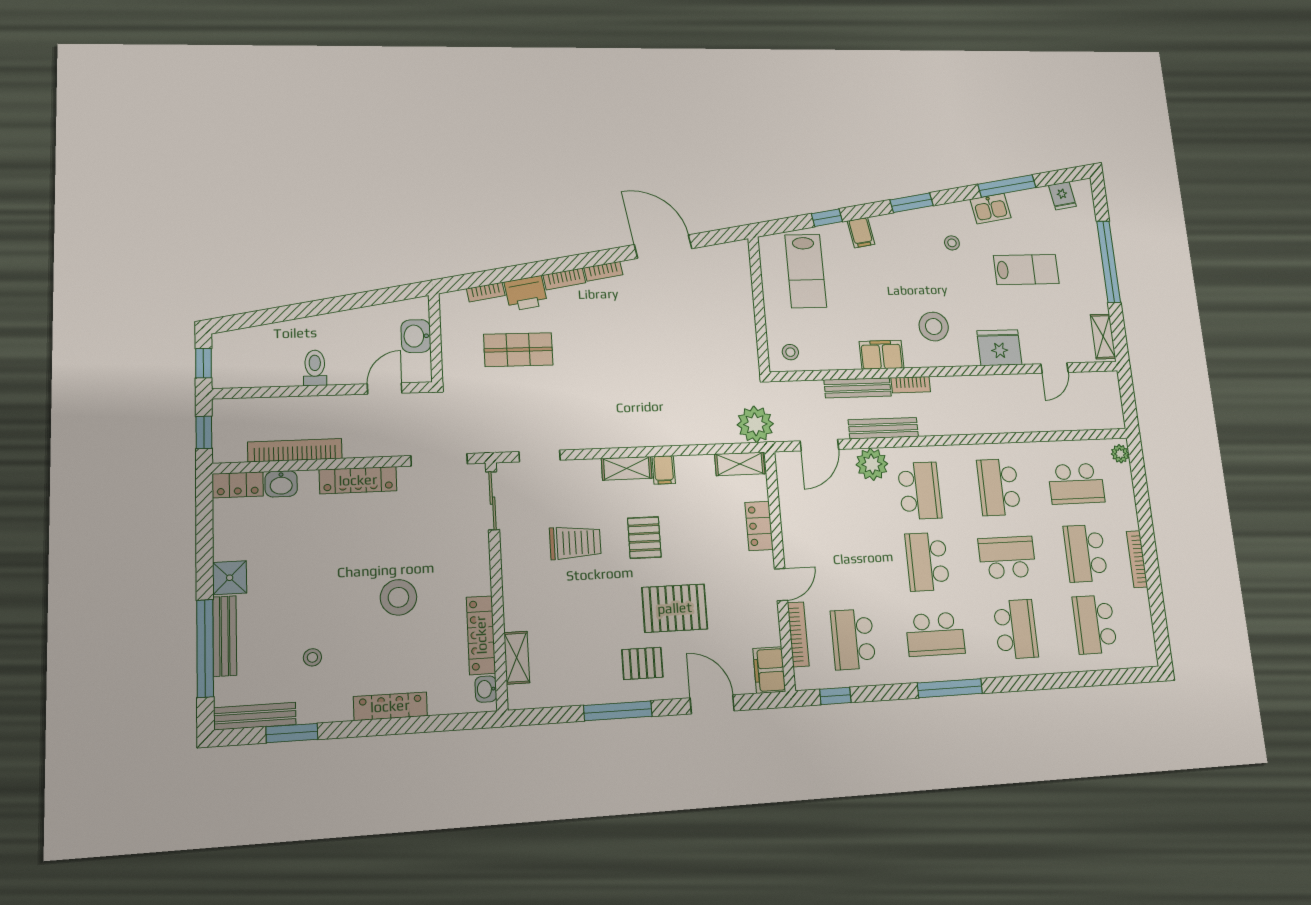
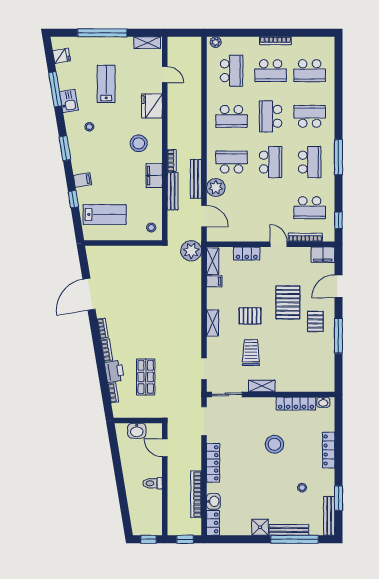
filing cabinet: (664, 470) -> (214, 281), moved
school desk: (927, 562) -> (271, 162), turned -90
shelving: (517, 658) -> (262, 386), moved

